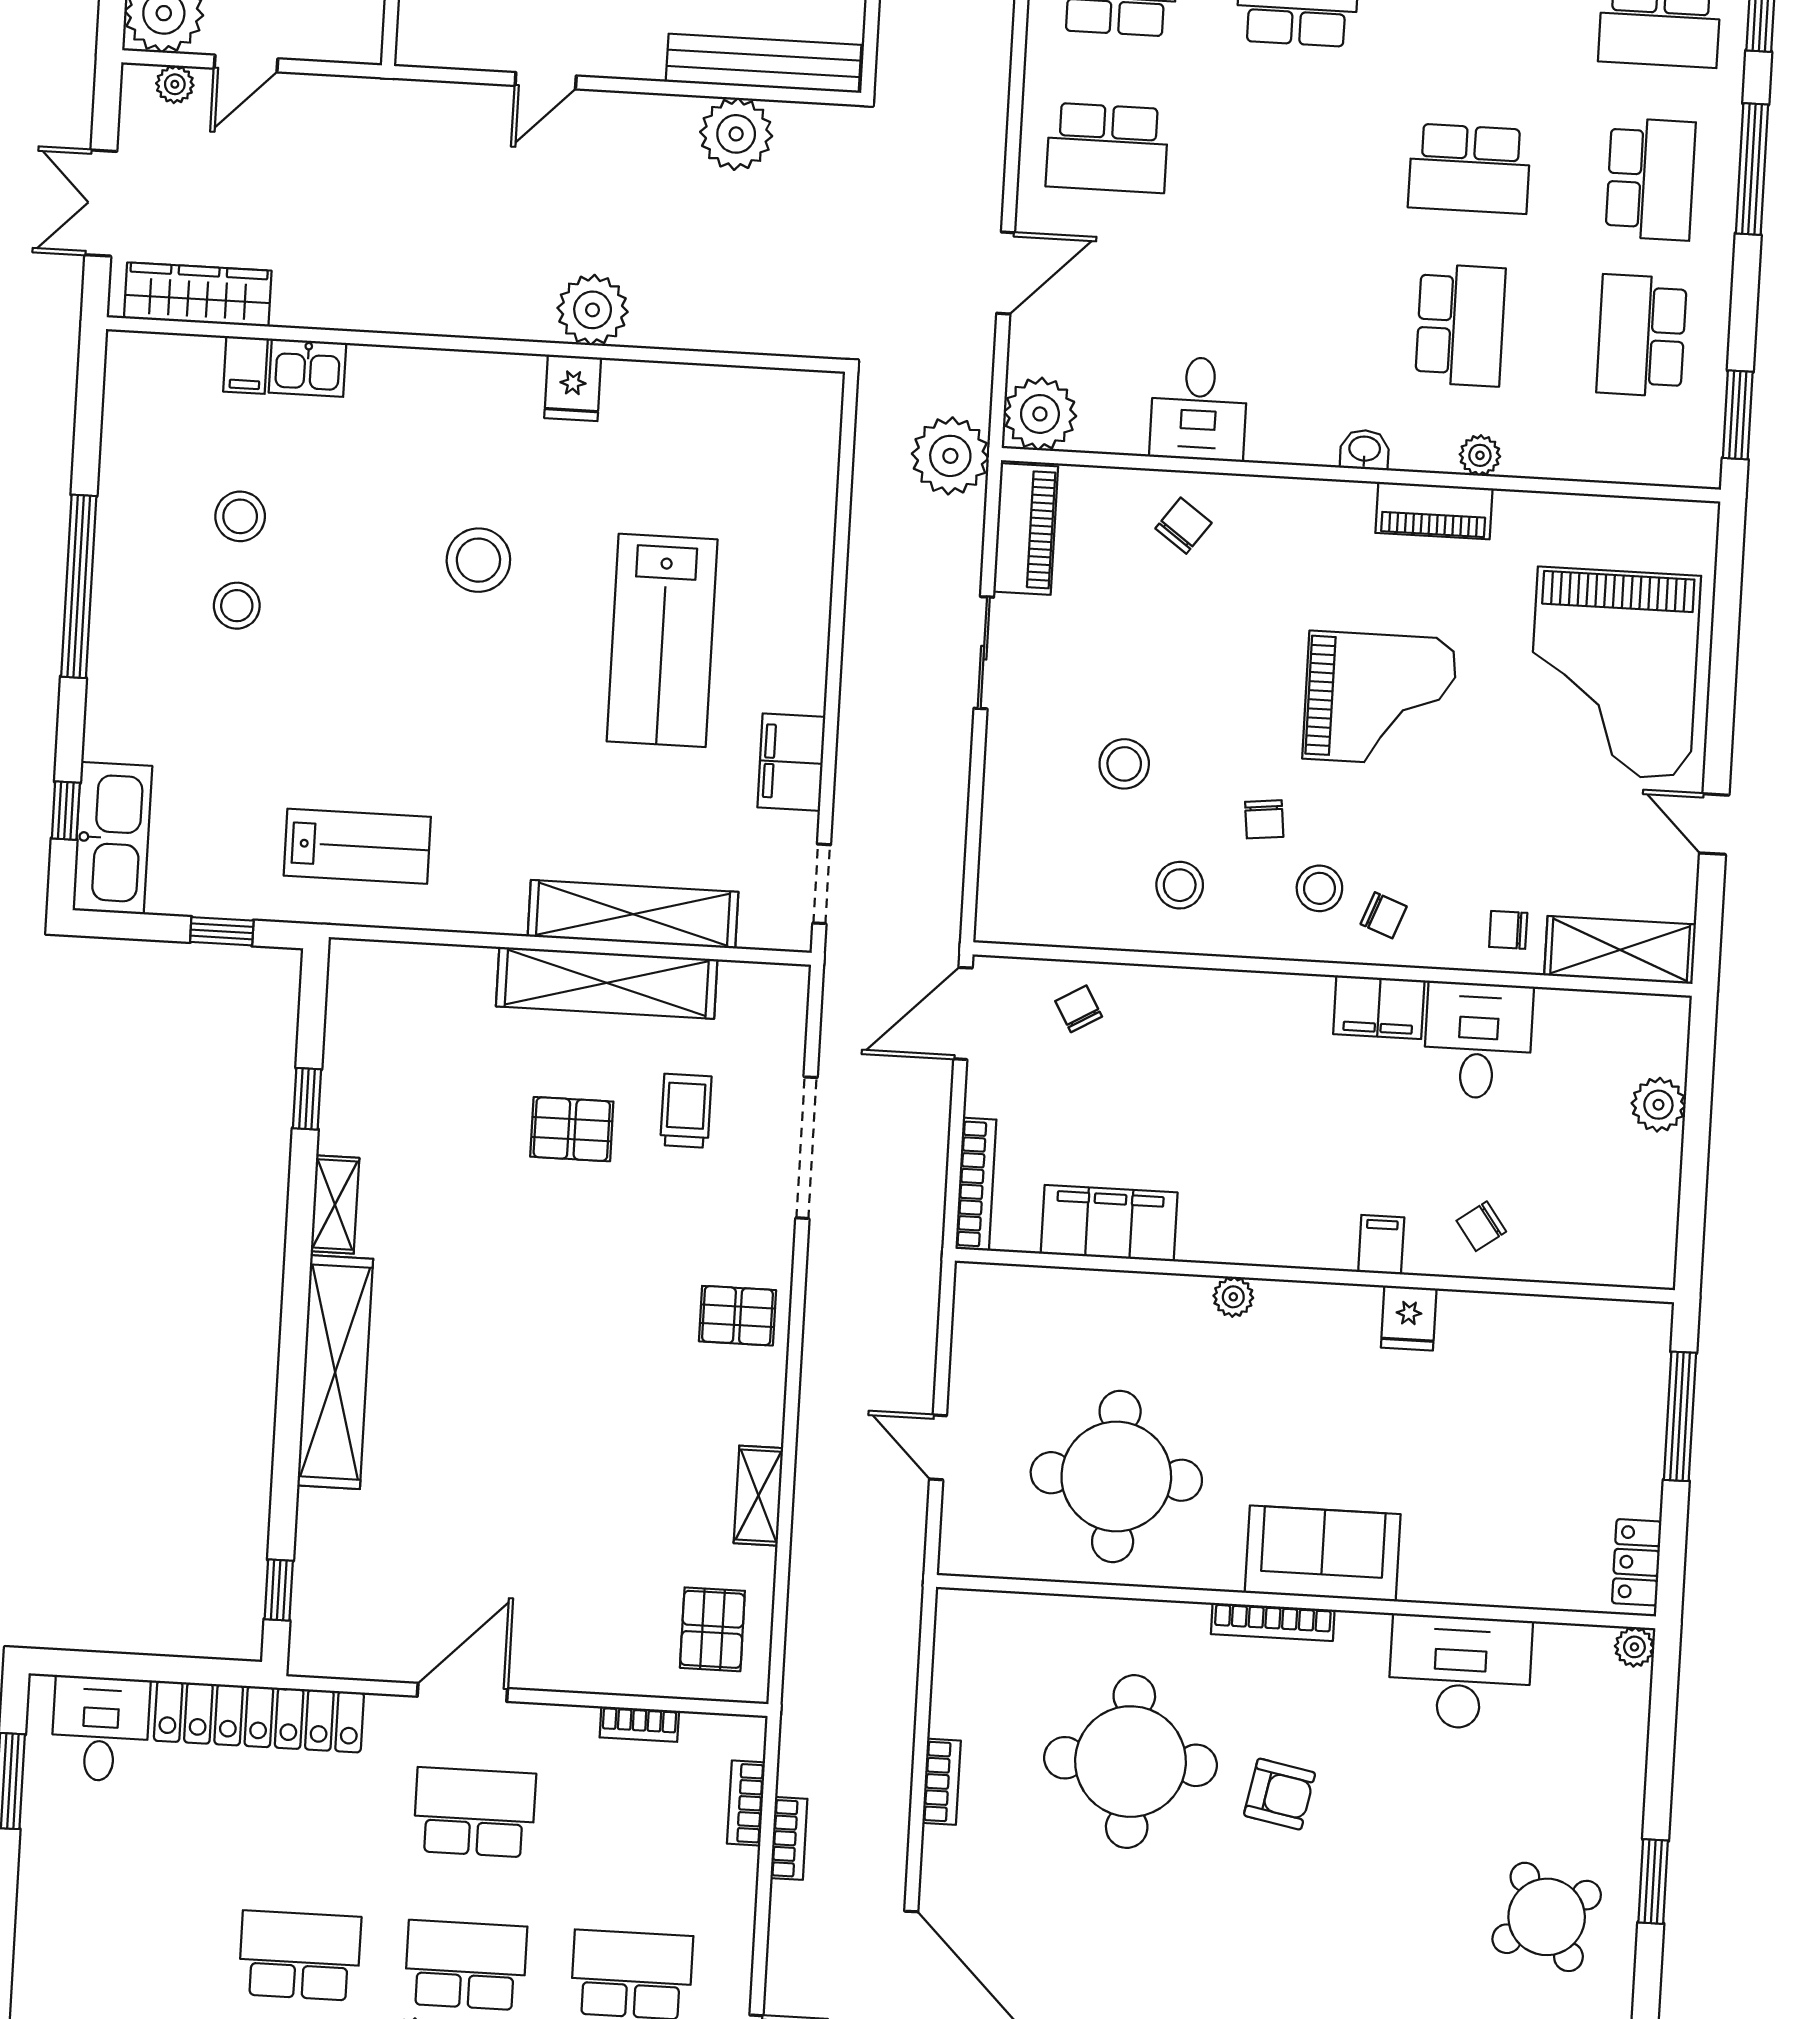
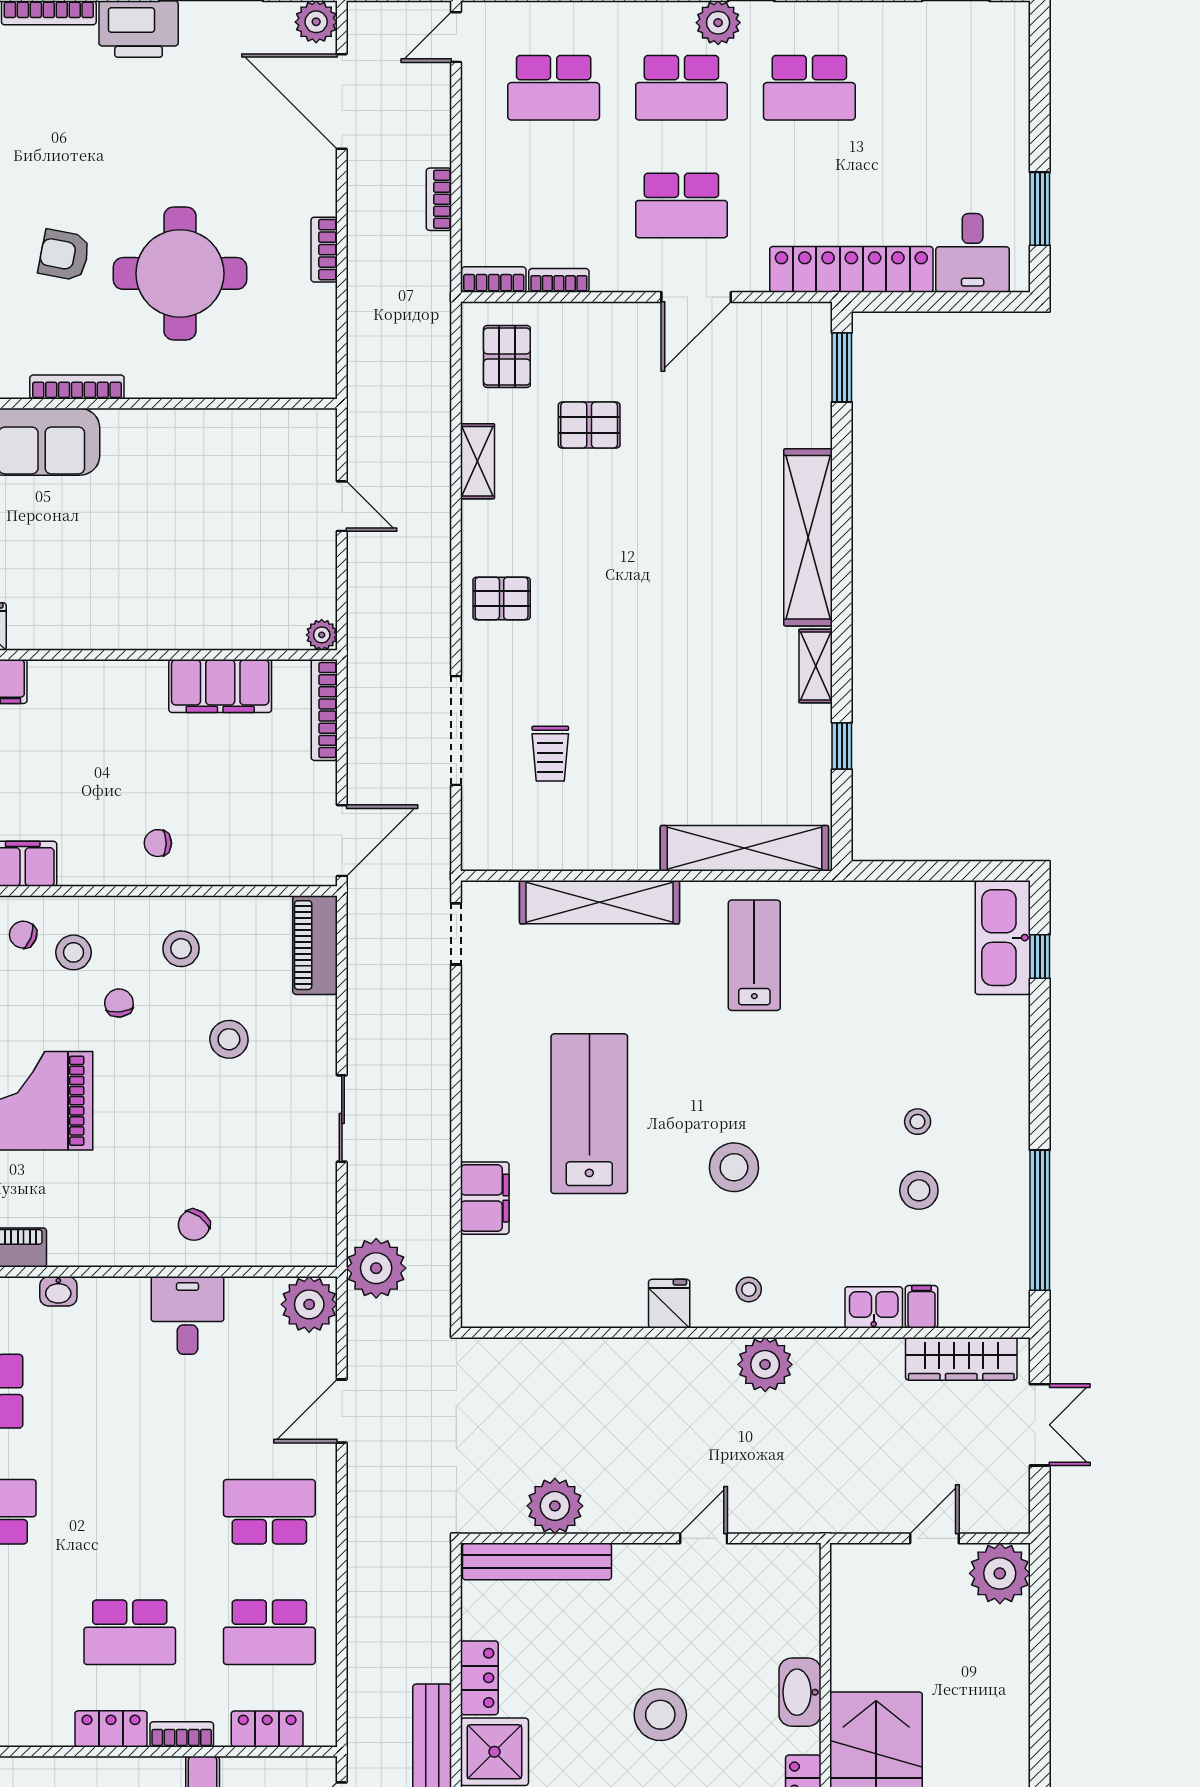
plant: (175, 84) -> (988, 1519), removed
plant: (593, 310) -> (765, 1364), moved
stool: (468, 400) -> (749, 1289), added
piano: (1026, 529) -> (315, 945), moved
window: (79, 586) -> (1040, 1220), moved
stool: (237, 606) -> (918, 1122), width x0.73, depth x0.73
filing cabinet: (791, 762) -> (485, 1198), moved
lab bench: (357, 846) -> (754, 955), moved, turned 90
window: (222, 931) -> (915, 871), removed
shelving: (607, 983) -> (744, 848), moved
chair: (1079, 1009) -> (158, 843), moved, turned 120
pallet: (572, 1129) -> (589, 425), moved
plant: (1233, 1297) -> (322, 635), moved
round table: (1116, 1476) -> (203, 492), removed
window: (279, 1590) -> (842, 367), width x1.50
bookcase: (746, 1803) -> (494, 280), moved, turned -90

